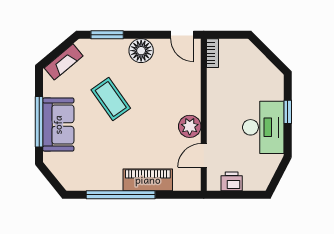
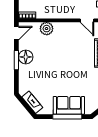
window: (107, 35) -> (16, 60), moved
coffee table: (111, 99) -> (54, 75), removed
plant: (190, 126) -> (47, 29), moved

